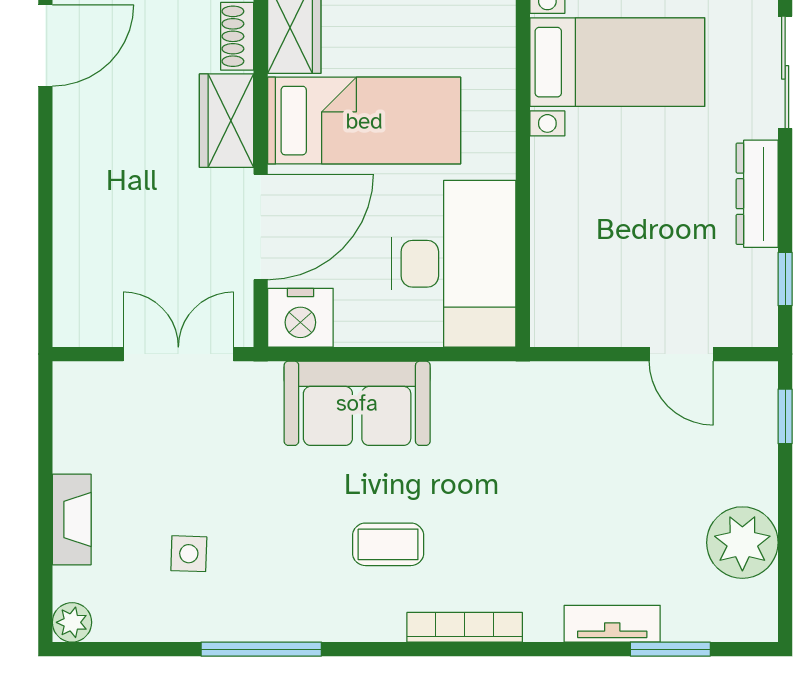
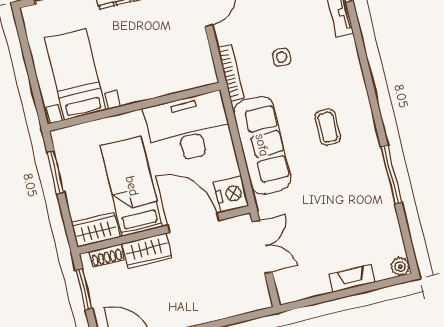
double door: (178, 354) -> (262, 247), swing flipped
sofa: (357, 403) -> (262, 145), width x1.36
side table: (189, 554) -> (282, 57), moved
bookcase: (465, 627) -> (231, 73), moved, turned 180

